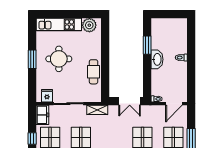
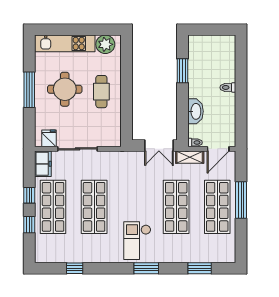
window: (32, 59) -> (29, 90), width x1.44
washbasin: (157, 59) -> (195, 111), moved
cafe table: (94, 72) -> (101, 92), moved
shelving: (97, 110) -> (190, 157), moved

